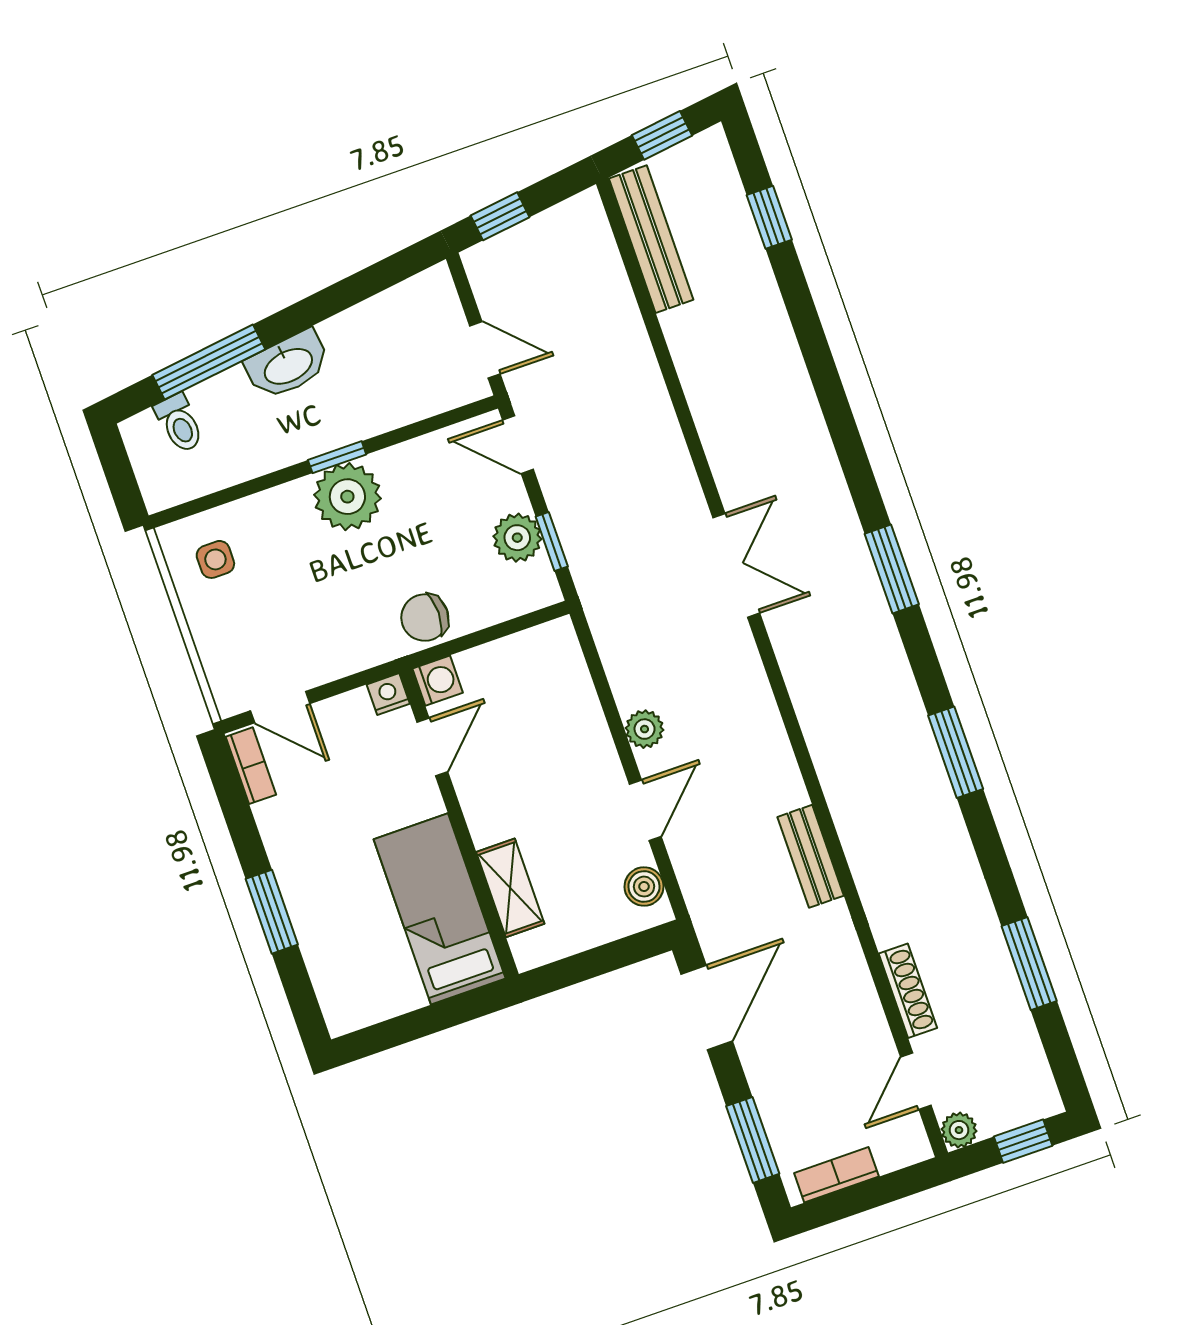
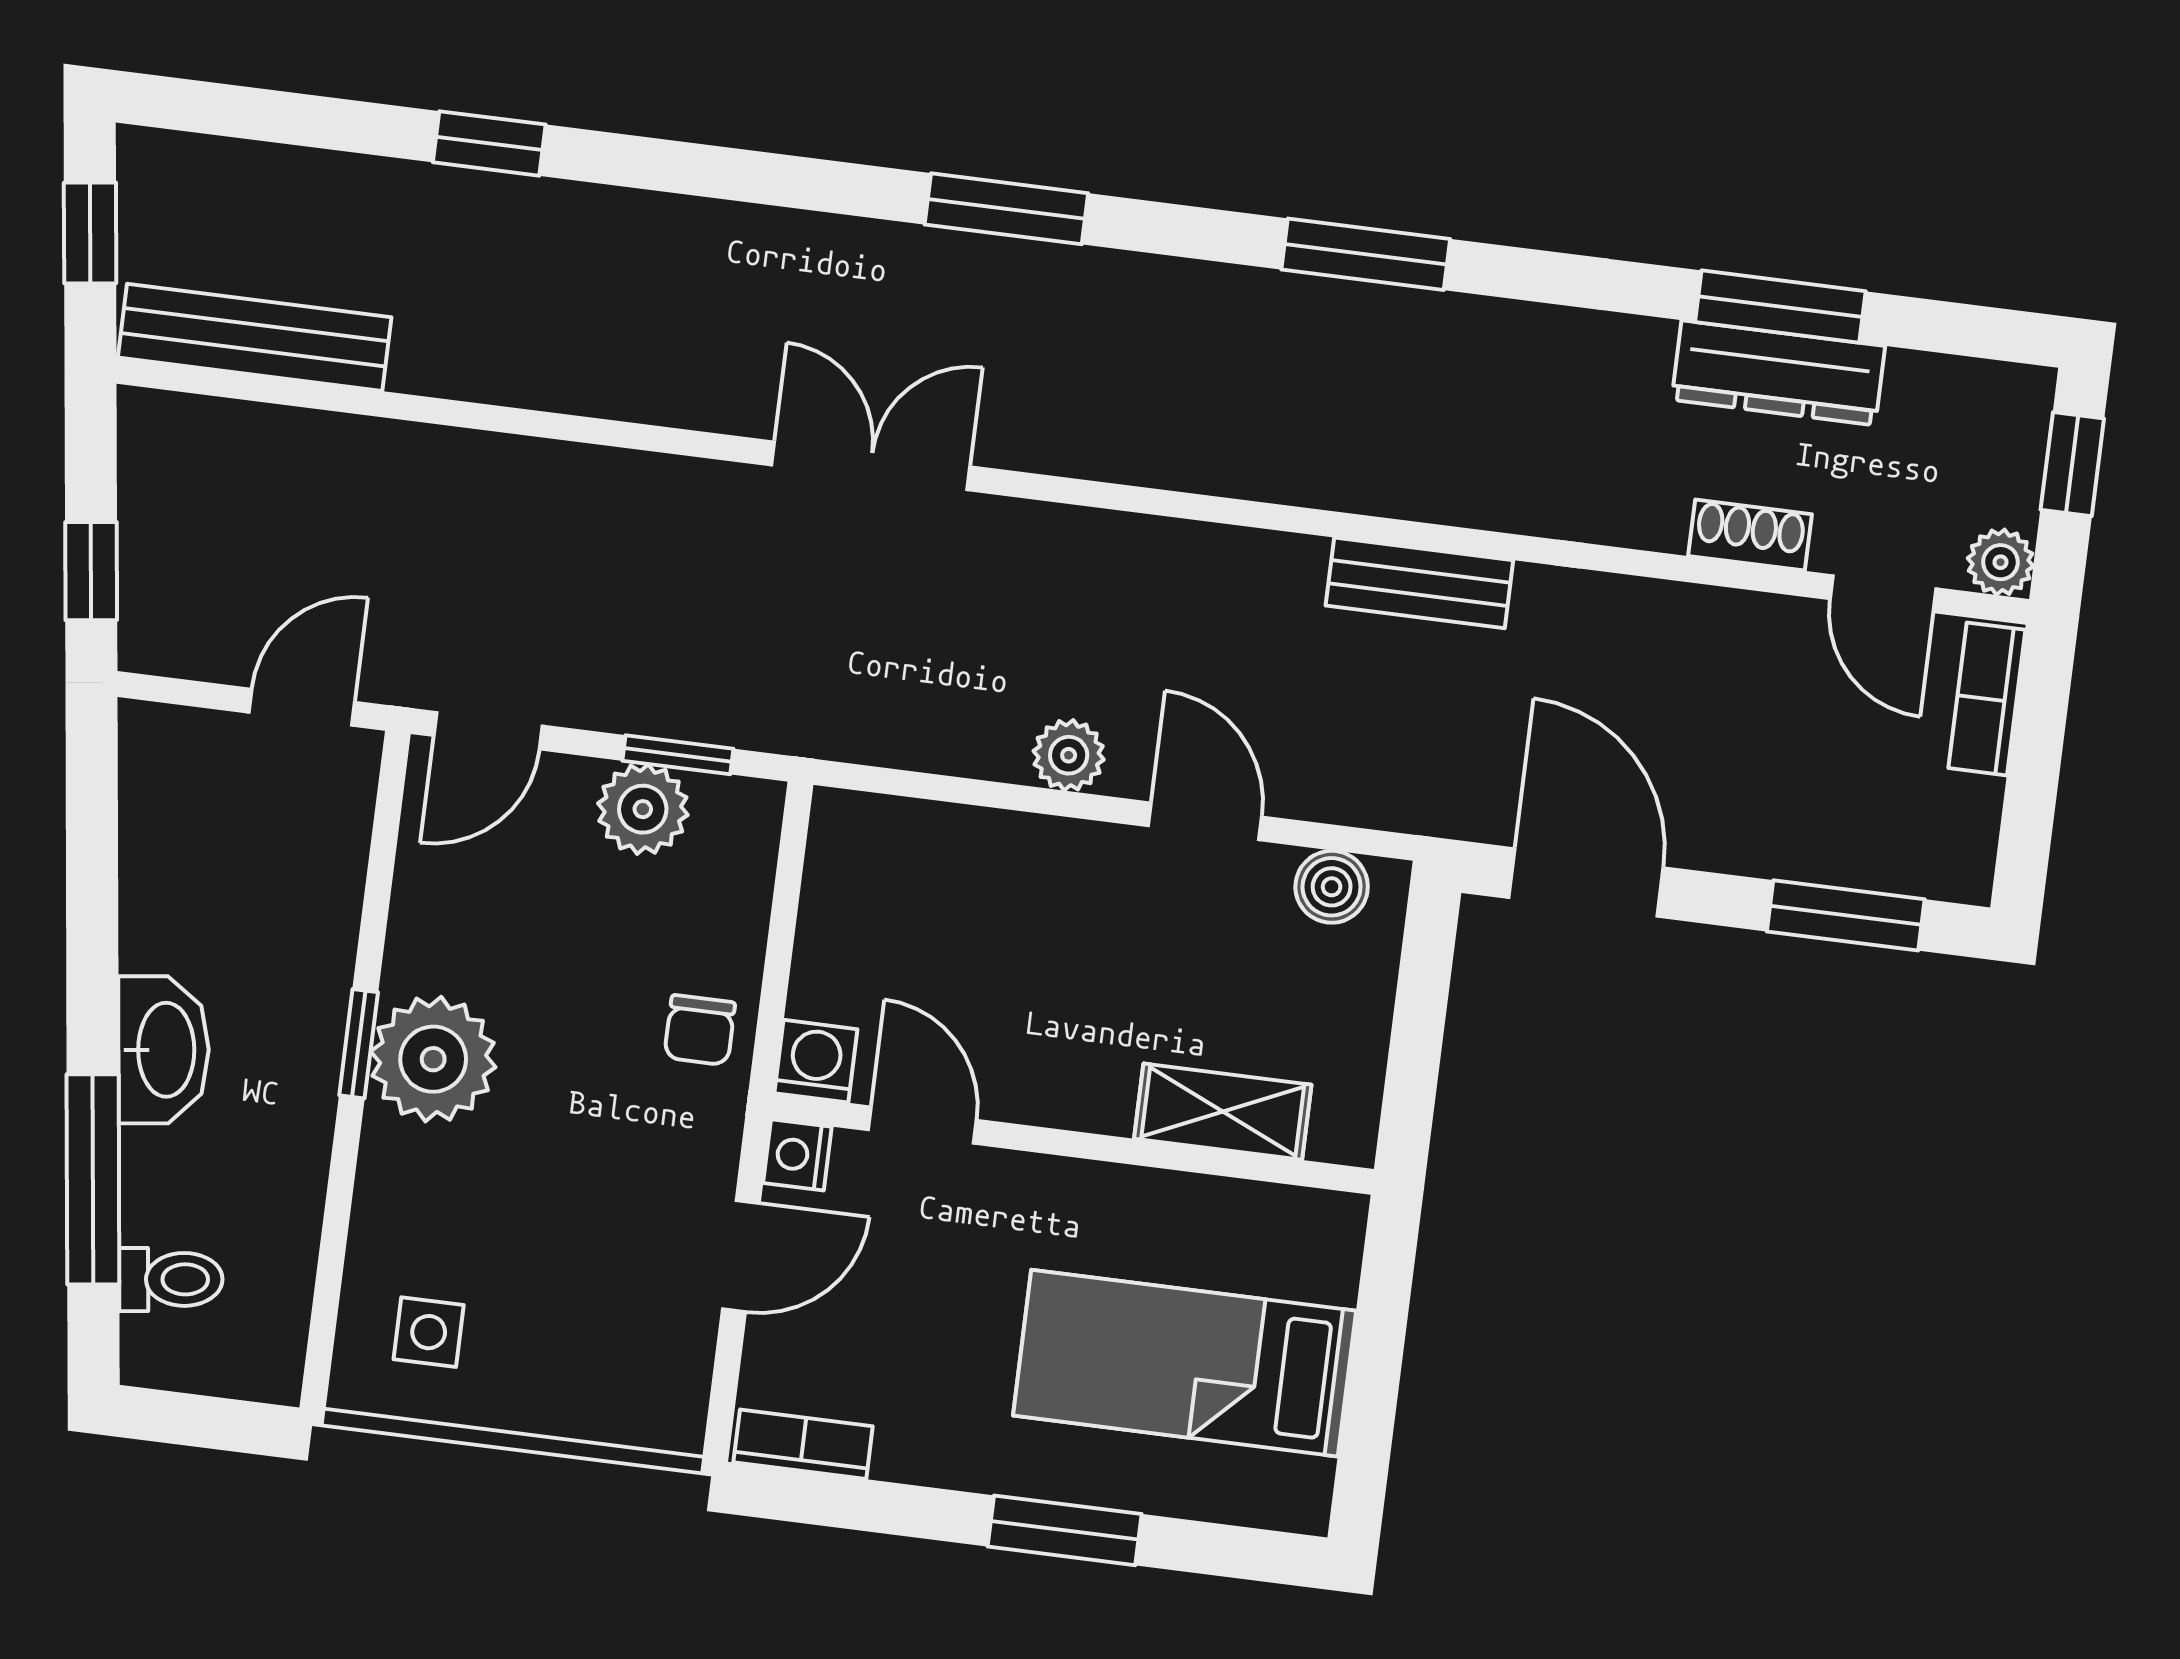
window: (769, 217) -> (489, 143), moved
chair: (425, 618) -> (700, 1030), width x0.73, depth x0.73
door: (280, 707) -> (741, 1256), moved
bed: (440, 909) -> (1185, 1363), moved
dresser: (997, 978) -> (1778, 373), added
shoe rack: (908, 991) -> (1750, 535), width x0.70
bookcase: (836, 1175) -> (1987, 699), moved

